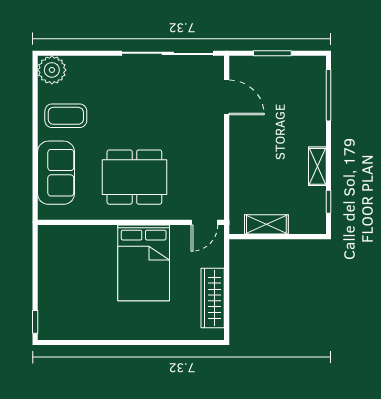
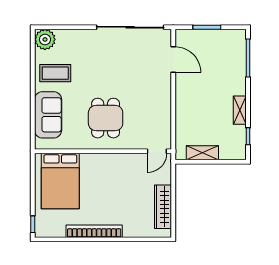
dining table: (134, 177) -> (106, 118), width x0.73
bed: (144, 263) -> (60, 181), moved
bookcase: (119, 331) -> (94, 231), added

